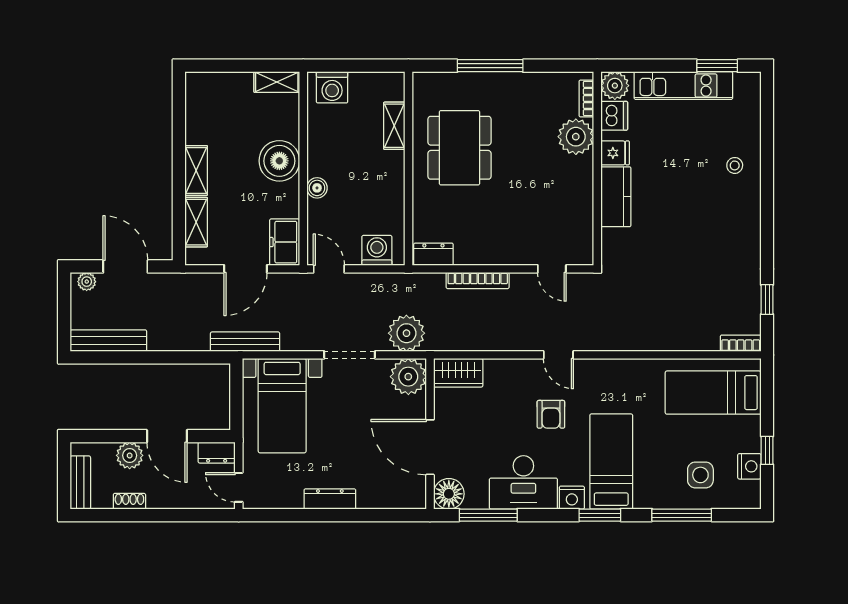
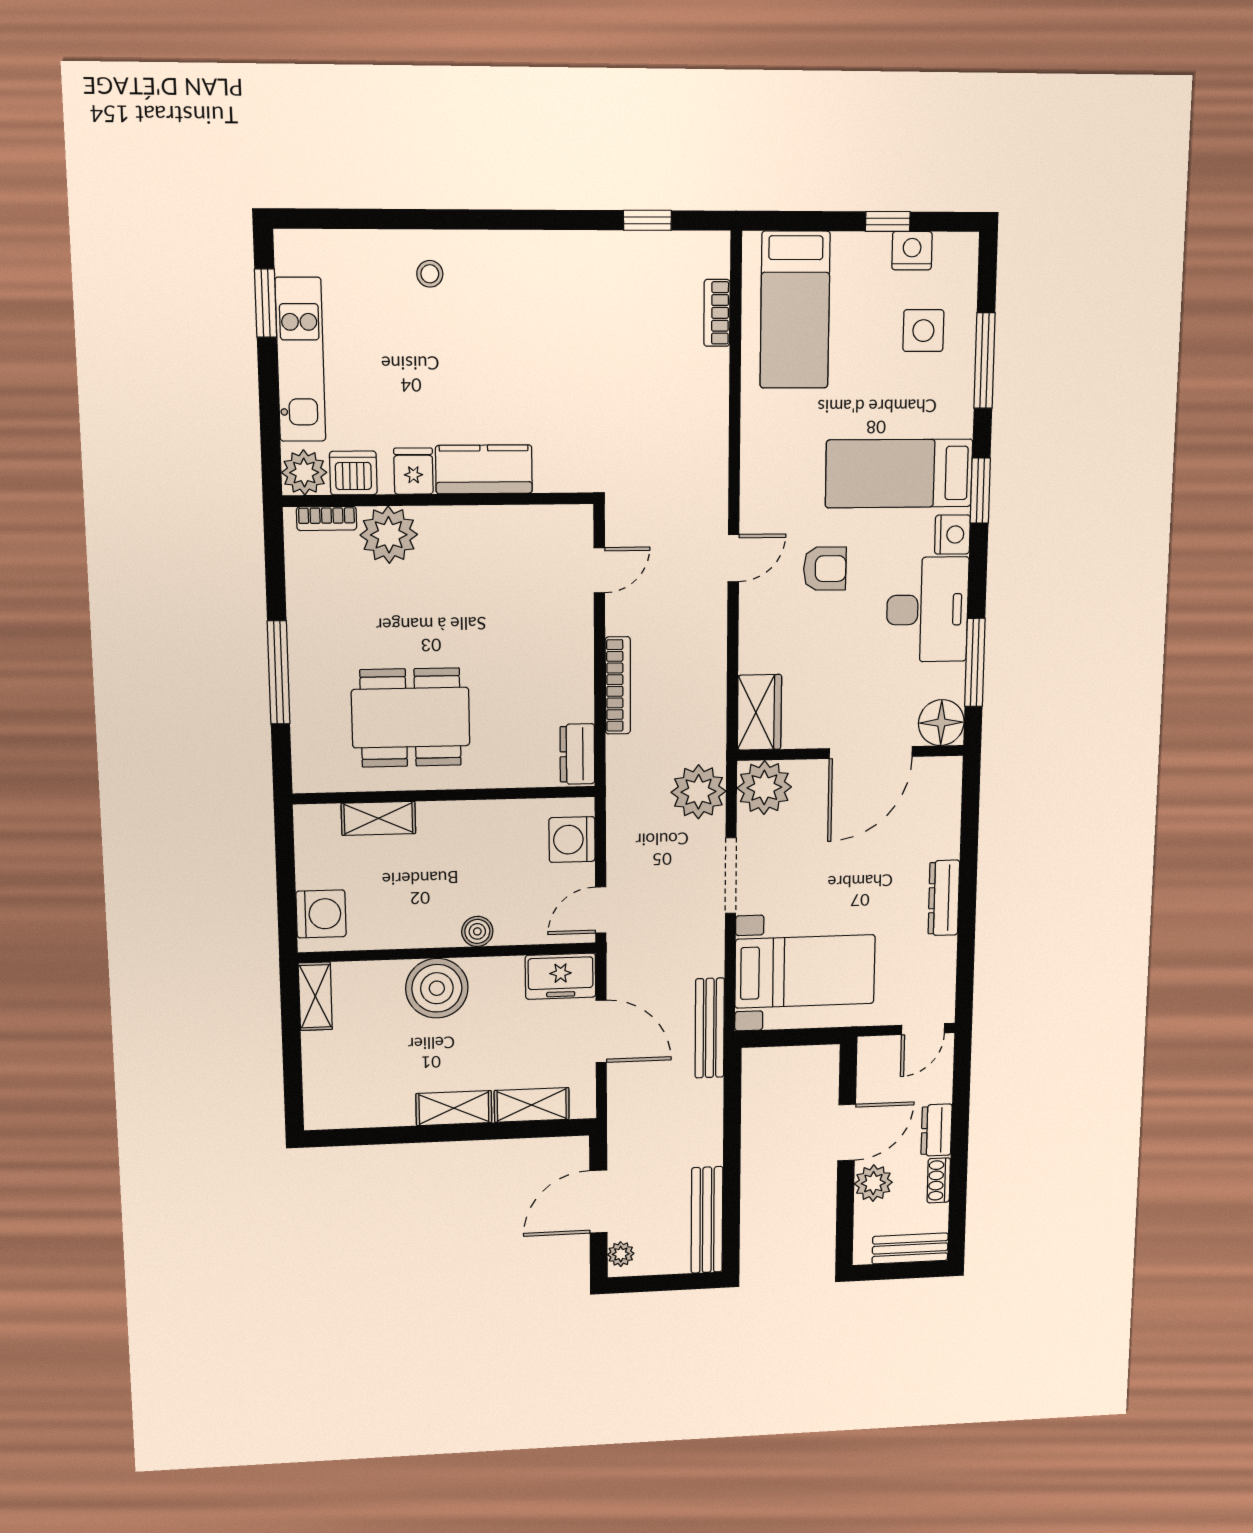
bookcase: (741, 343) -> (717, 313), moved
dresser: (217, 453) -> (937, 1130), moved, turned 180

